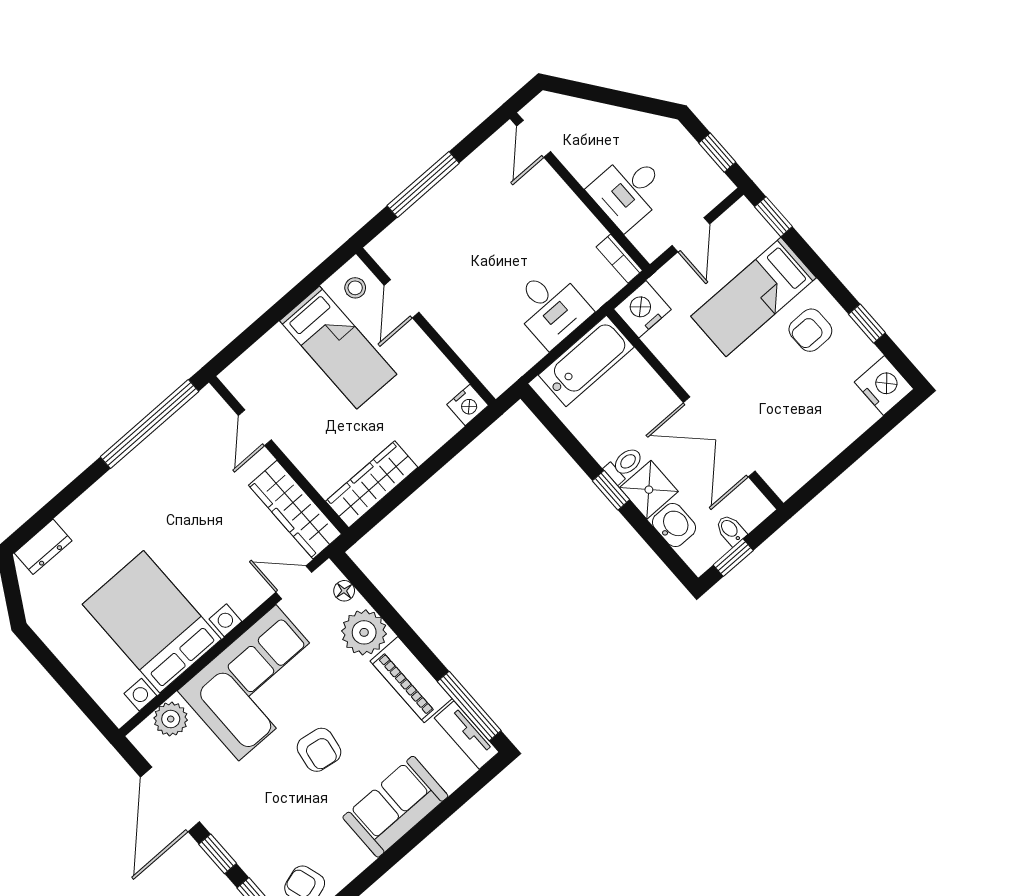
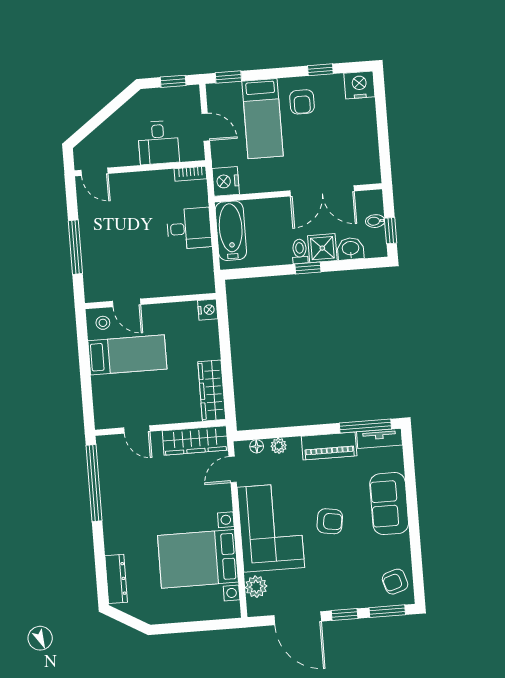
dresser: (43, 547) -> (116, 579), width x1.44
plant: (364, 632) -> (279, 446), width x0.53, depth x0.53

